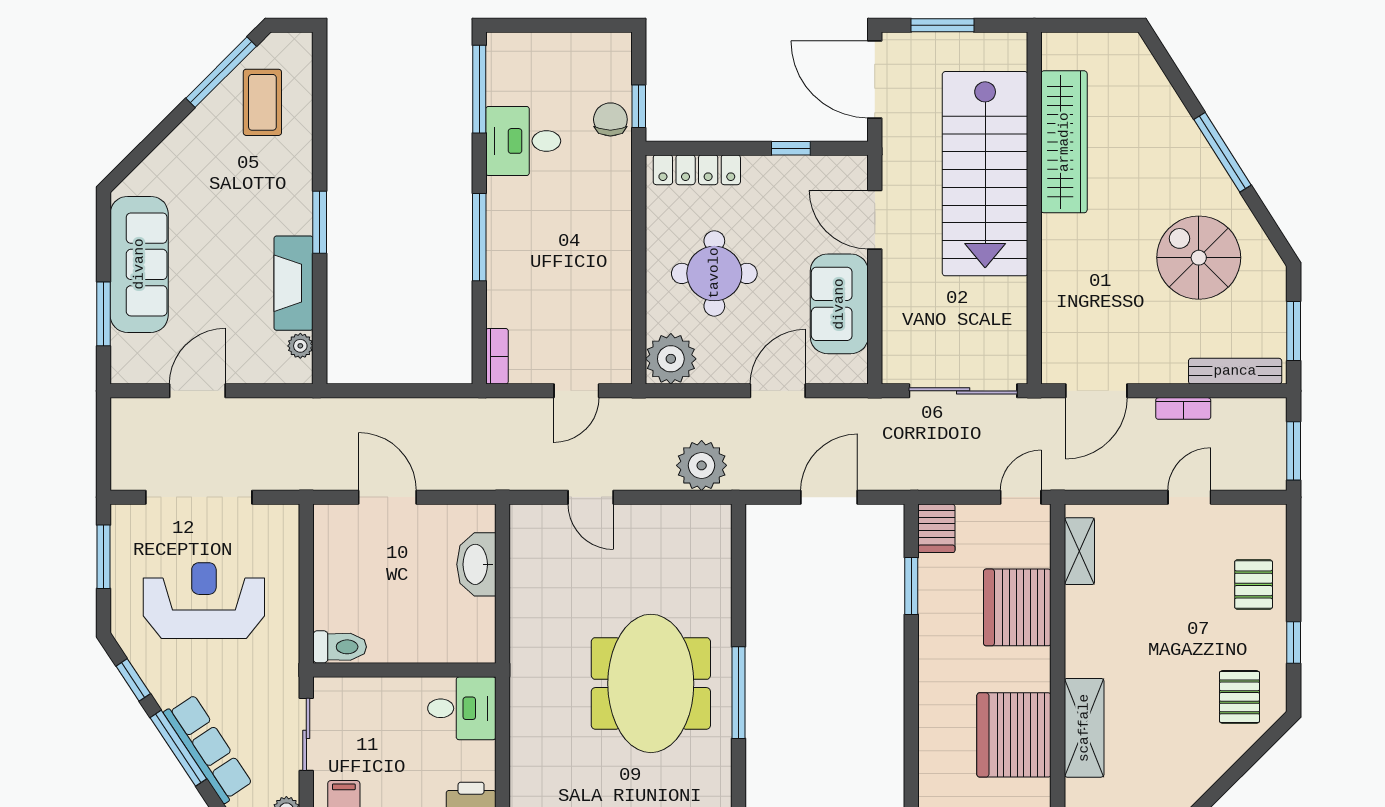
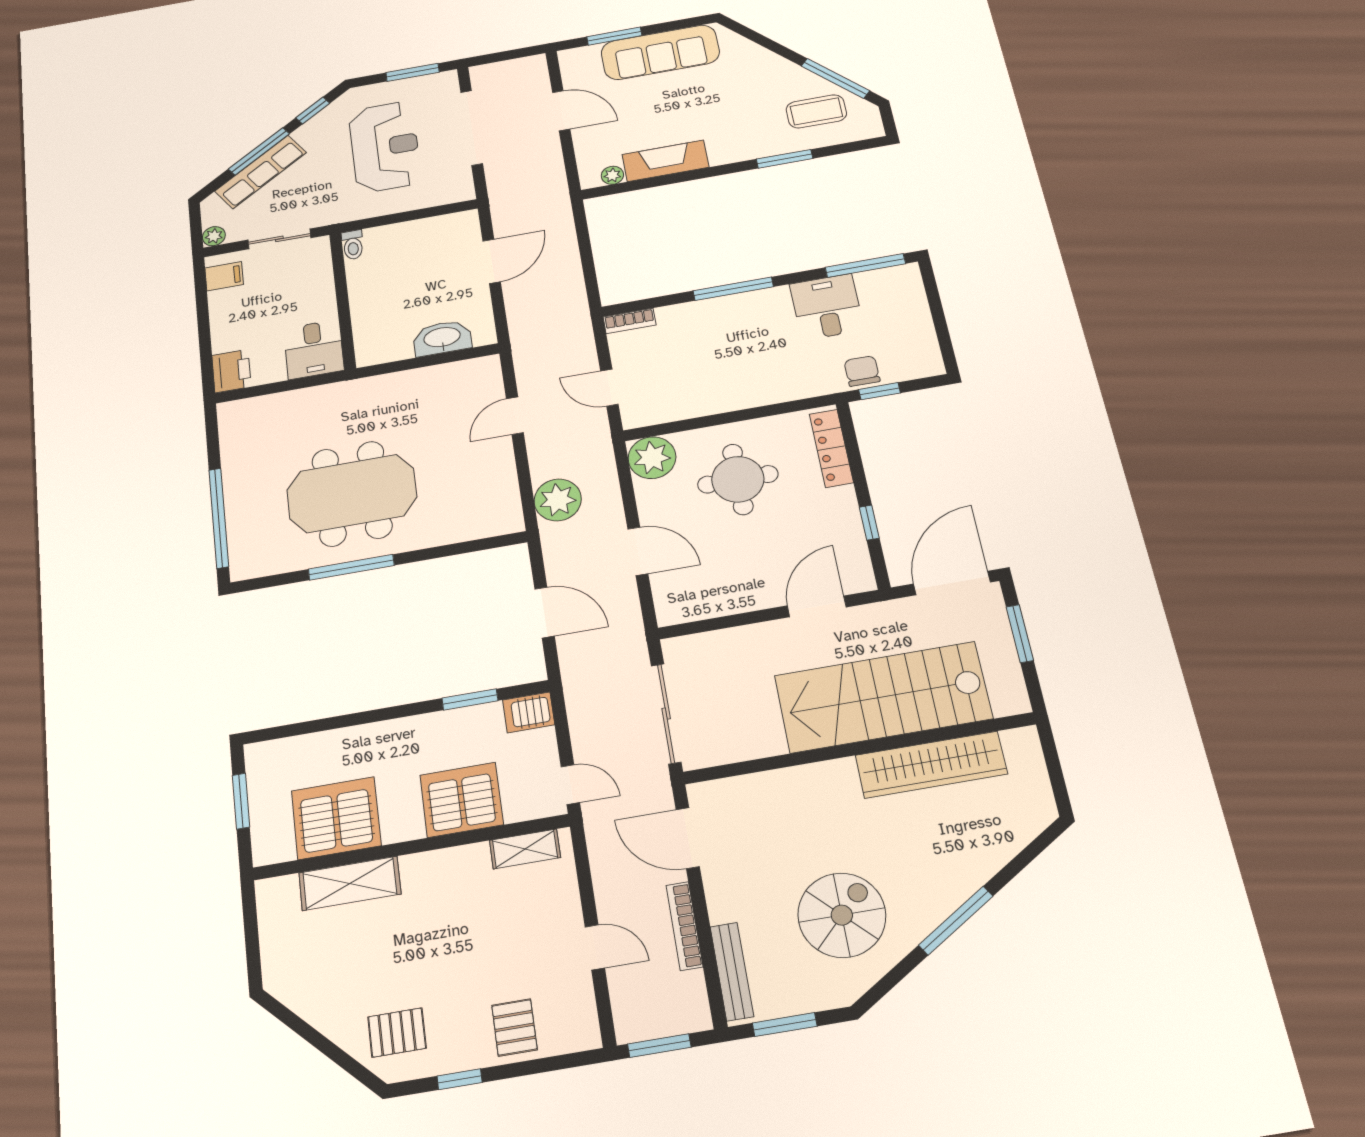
chair: (610, 119) -> (862, 371), turned -90
window: (320, 222) -> (785, 159), moved
sofa: (839, 304) -> (730, 589), removed
bookcase: (1183, 408) -> (684, 926), width x1.56
pallet: (1254, 584) -> (514, 1027), turned 90
toilet: (340, 647) -> (353, 245), width x0.73, depth x0.72

